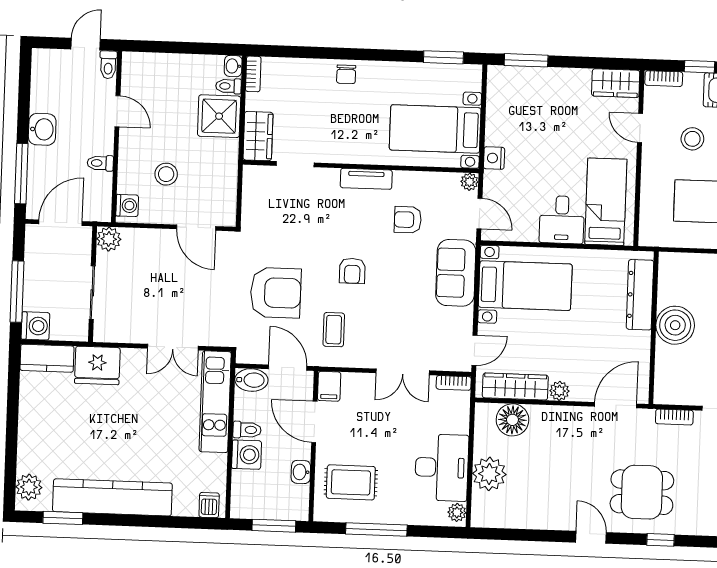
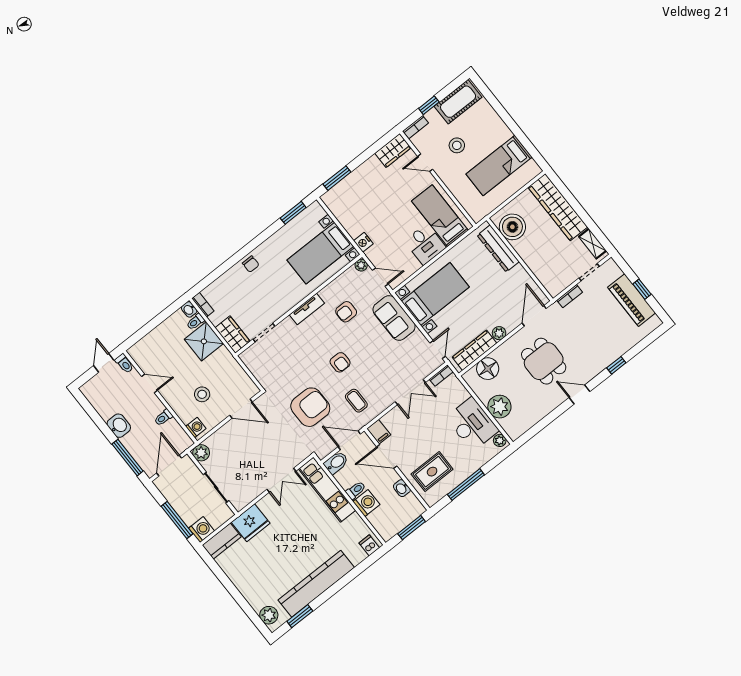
boiler: (675, 325) -> (512, 227), moved
dining table: (642, 492) -> (544, 361), moved, turned 90

